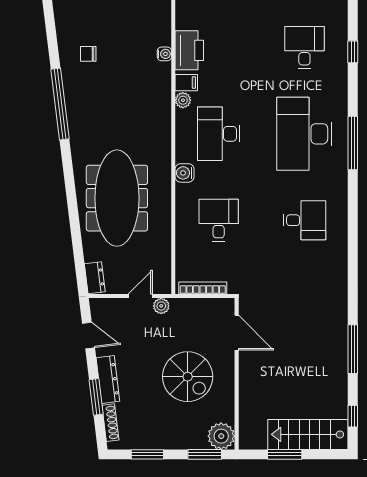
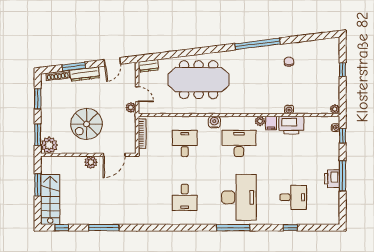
desk: (304, 134) -> (239, 197), turned 90
desk: (219, 220) -> (185, 143), turned -90
plant: (249, 370) -> (91, 162), added

